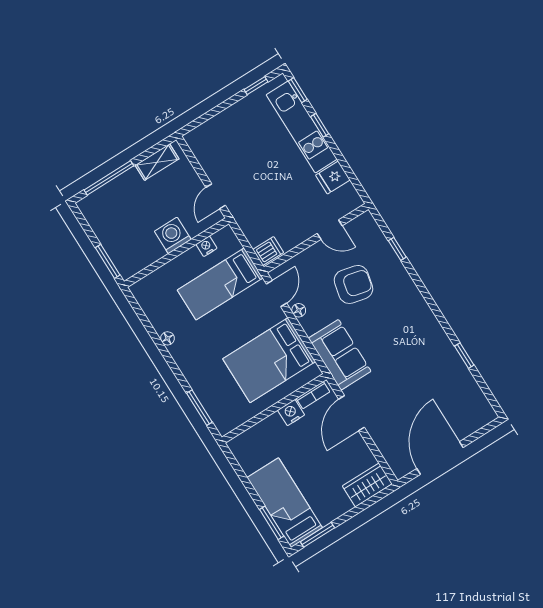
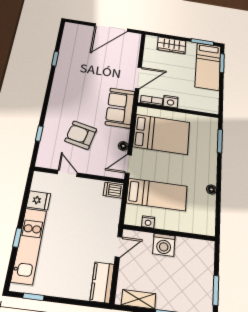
window: (298, 90) -> (10, 271), removed
kitchen counter: (204, 150) -> (102, 282), added
window: (108, 261) -> (216, 290), moved
wardrobe: (367, 485) -> (171, 45), moved

